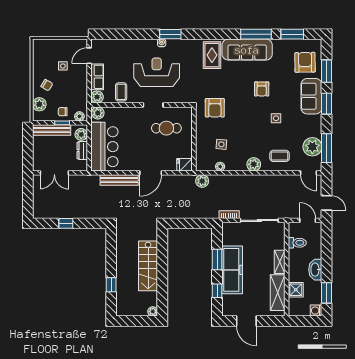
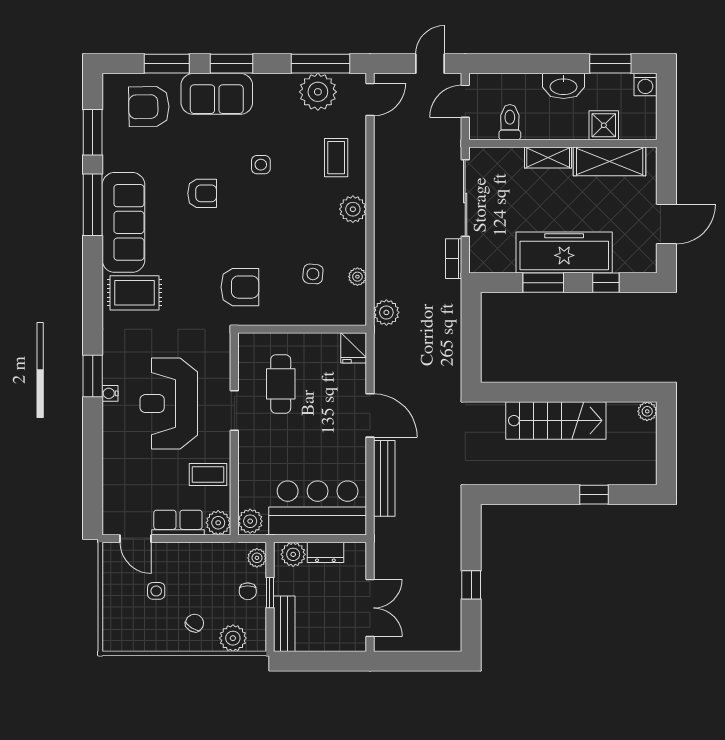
bench: (52, 130) -> (284, 624), width x0.73

